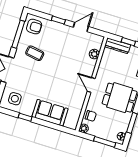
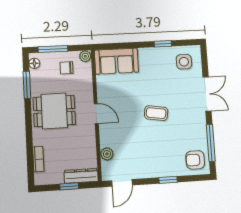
door: (81, 27) -> (122, 183), moved
coffee table: (35, 53) -> (156, 113), moved
sofa: (50, 113) -> (117, 61), moved
chair: (91, 116) -> (67, 68), moved

